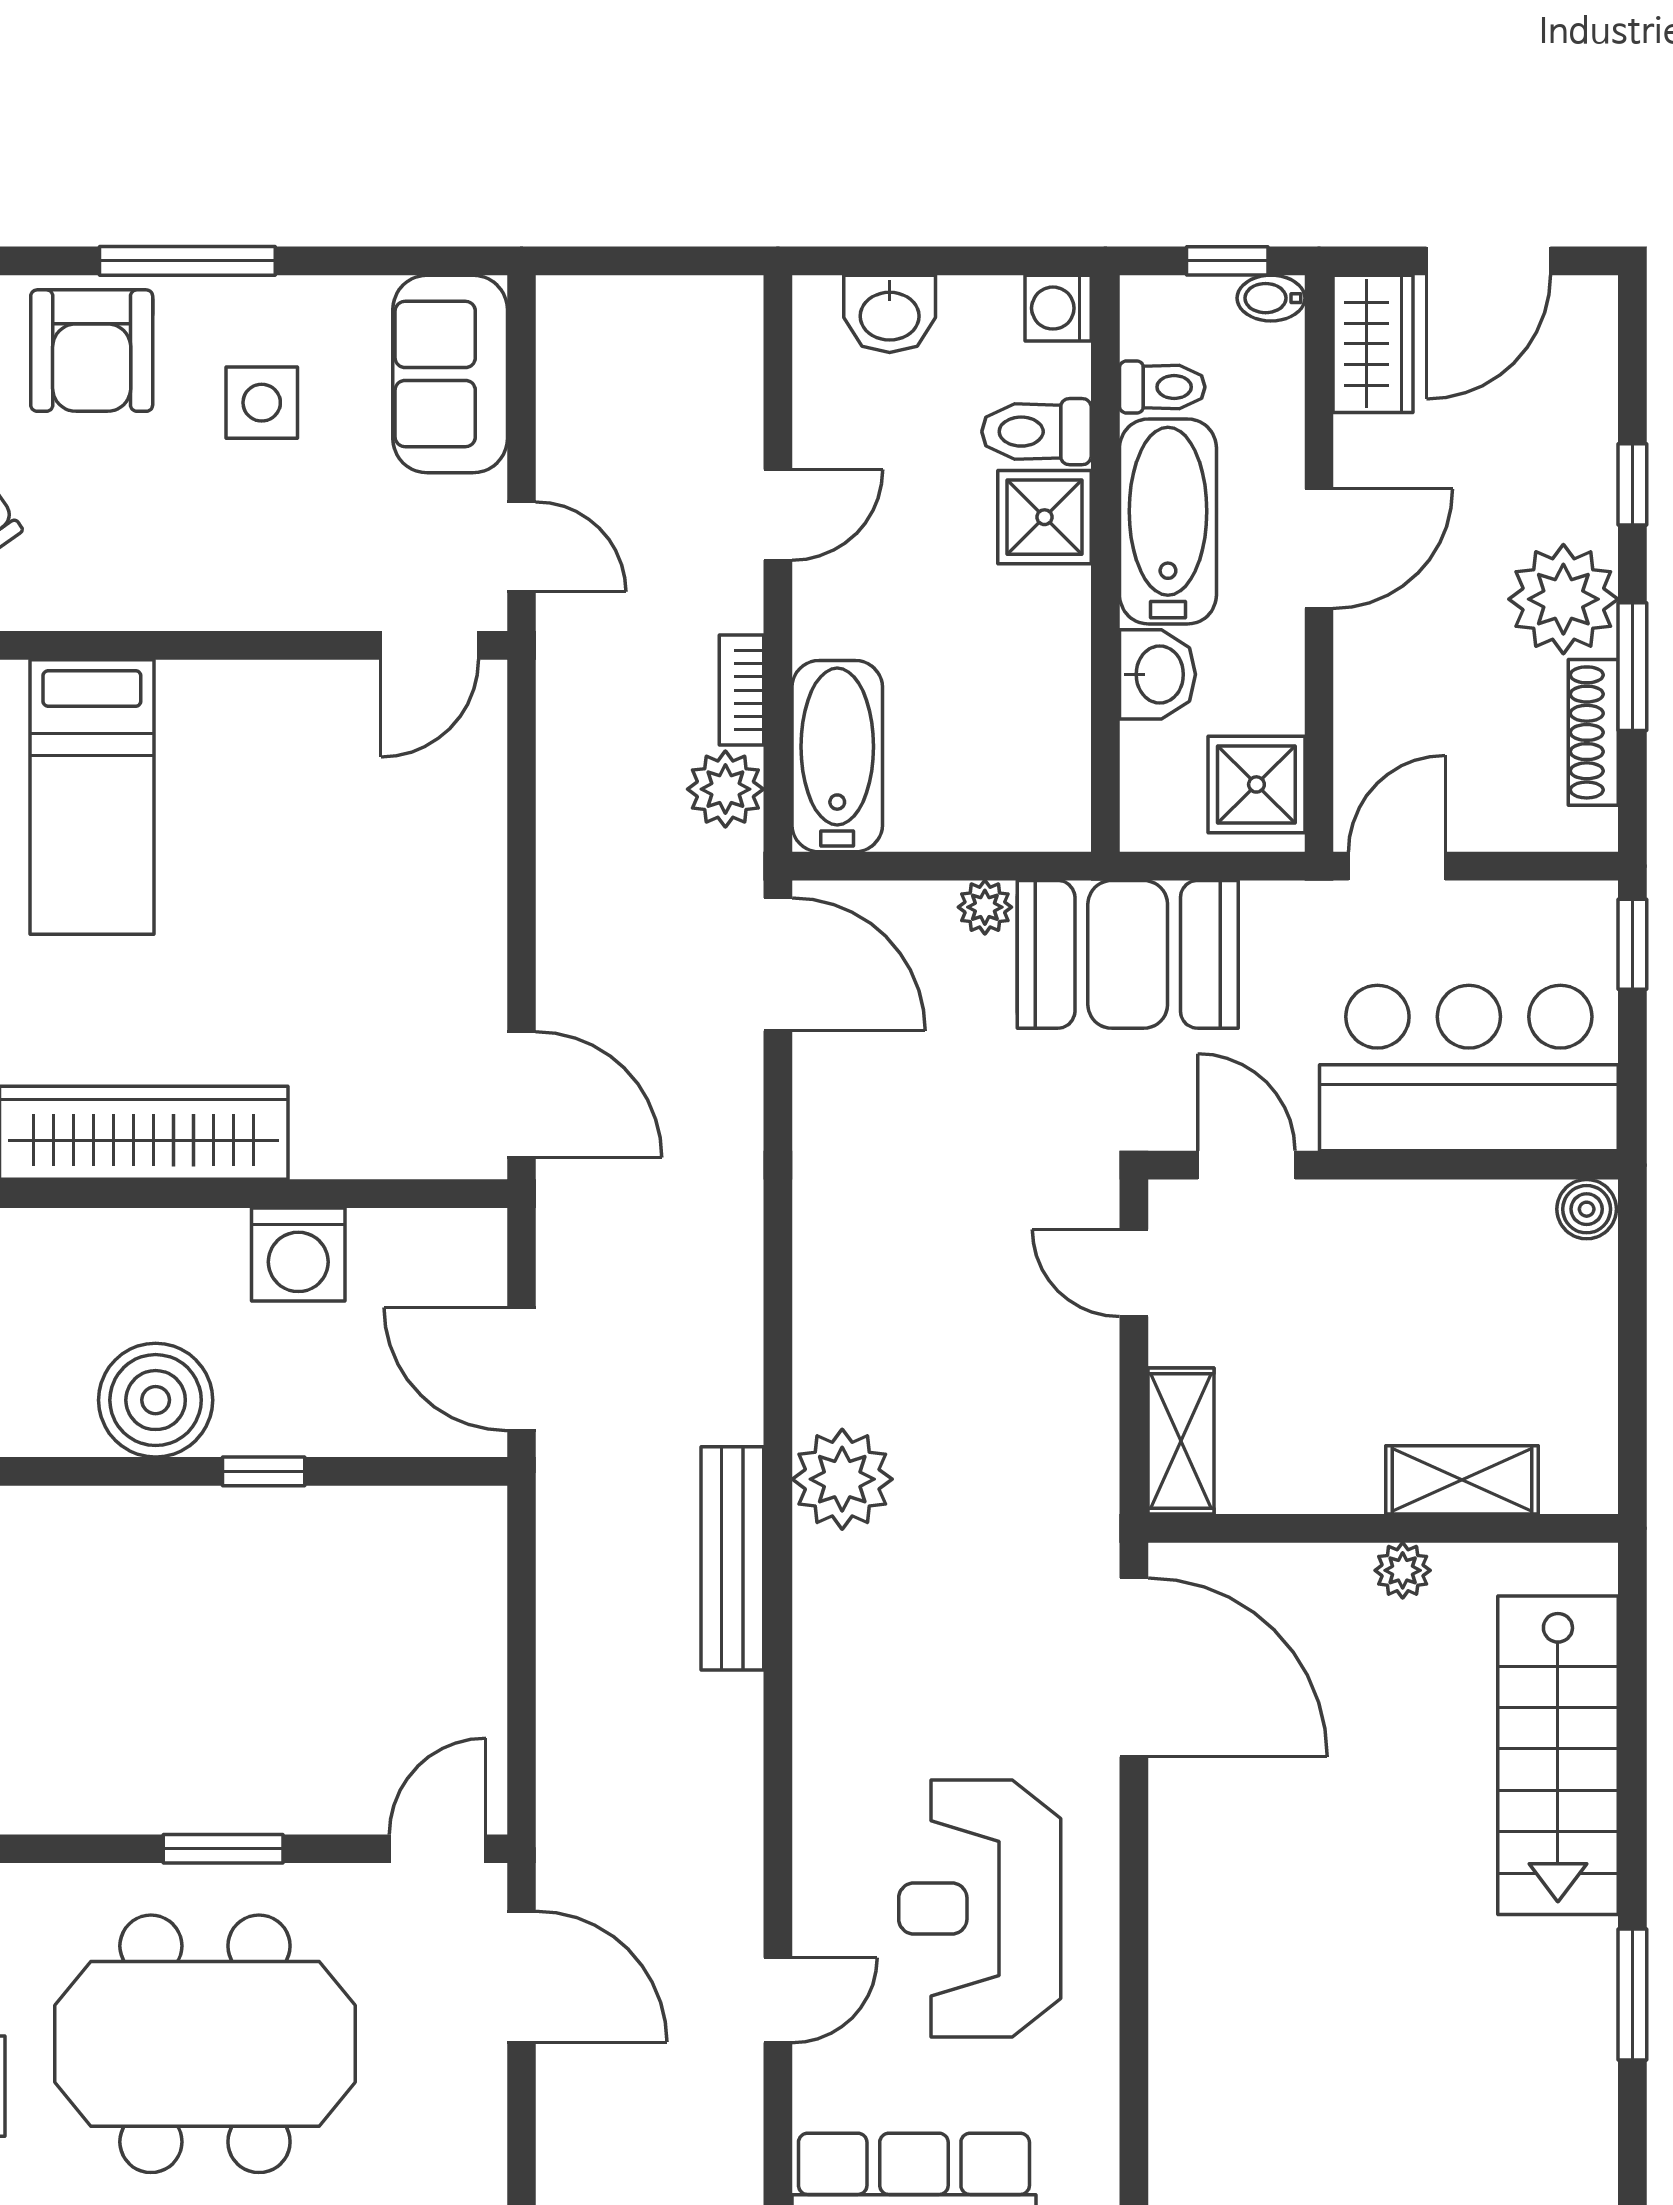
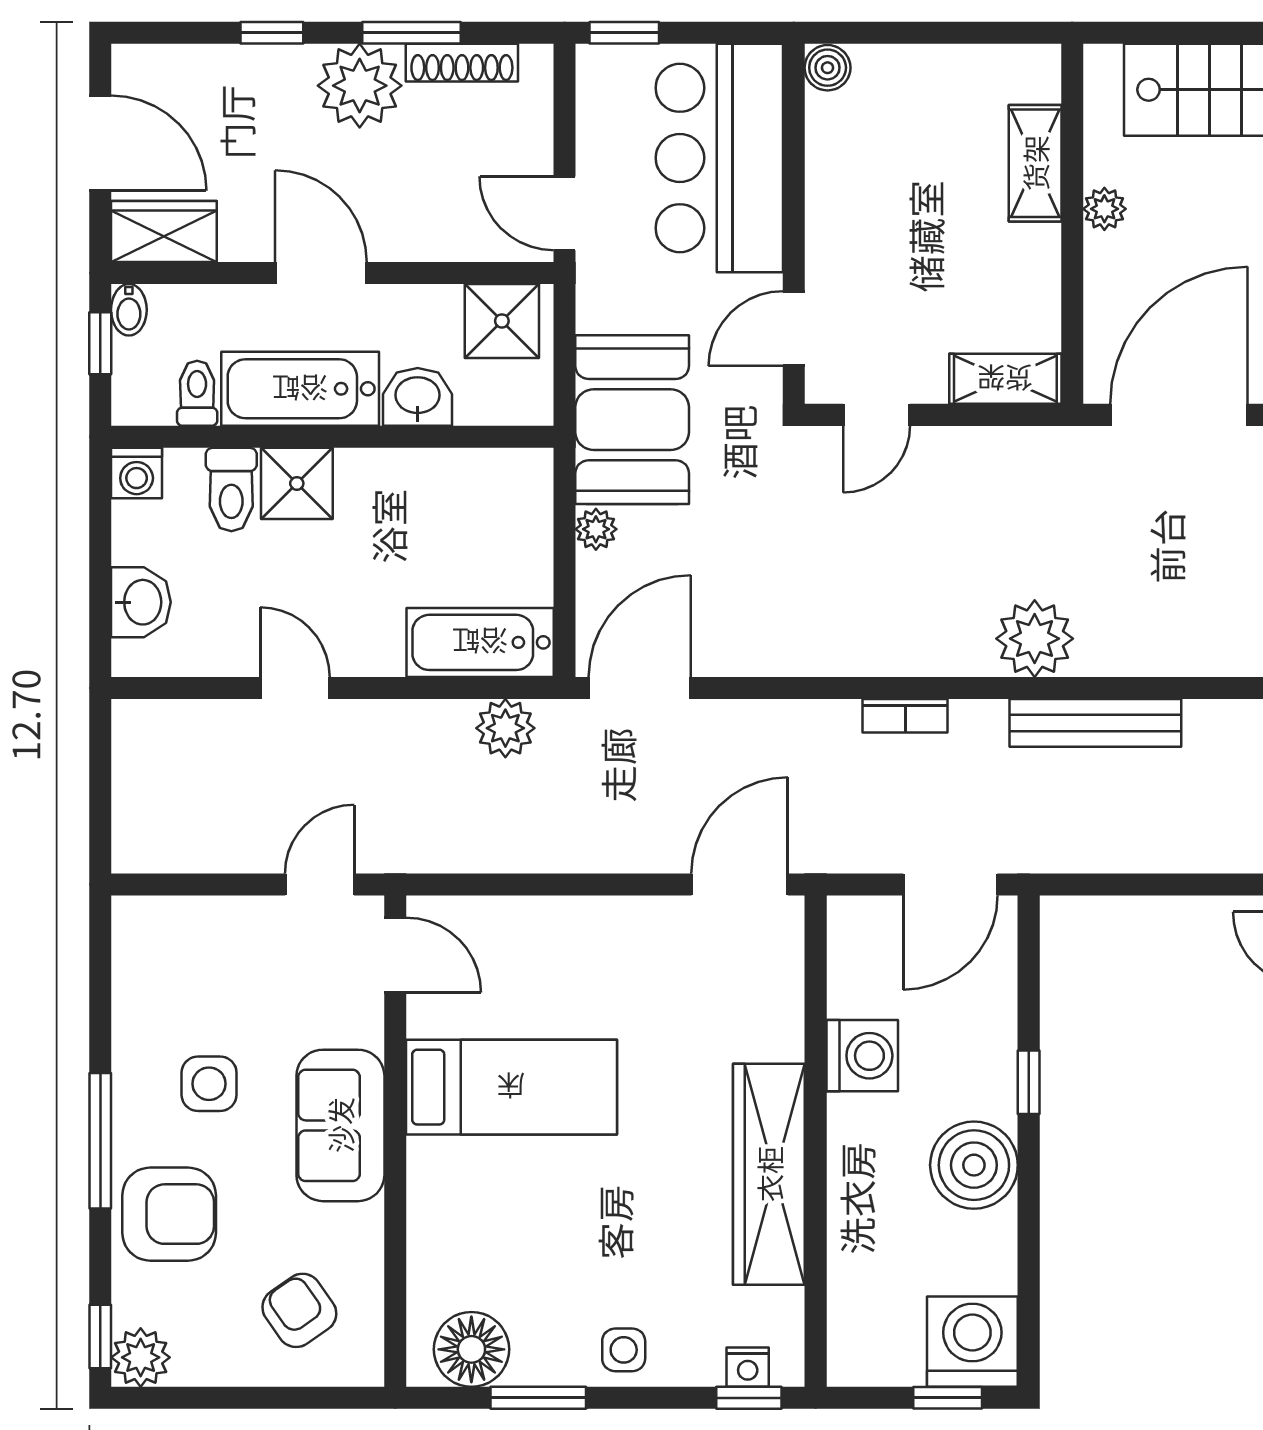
sofa: (450, 374) -> (340, 1125), moved, turned 90
bookcase: (742, 690) -> (905, 716), moved
bed: (92, 797) -> (511, 1087), moved

